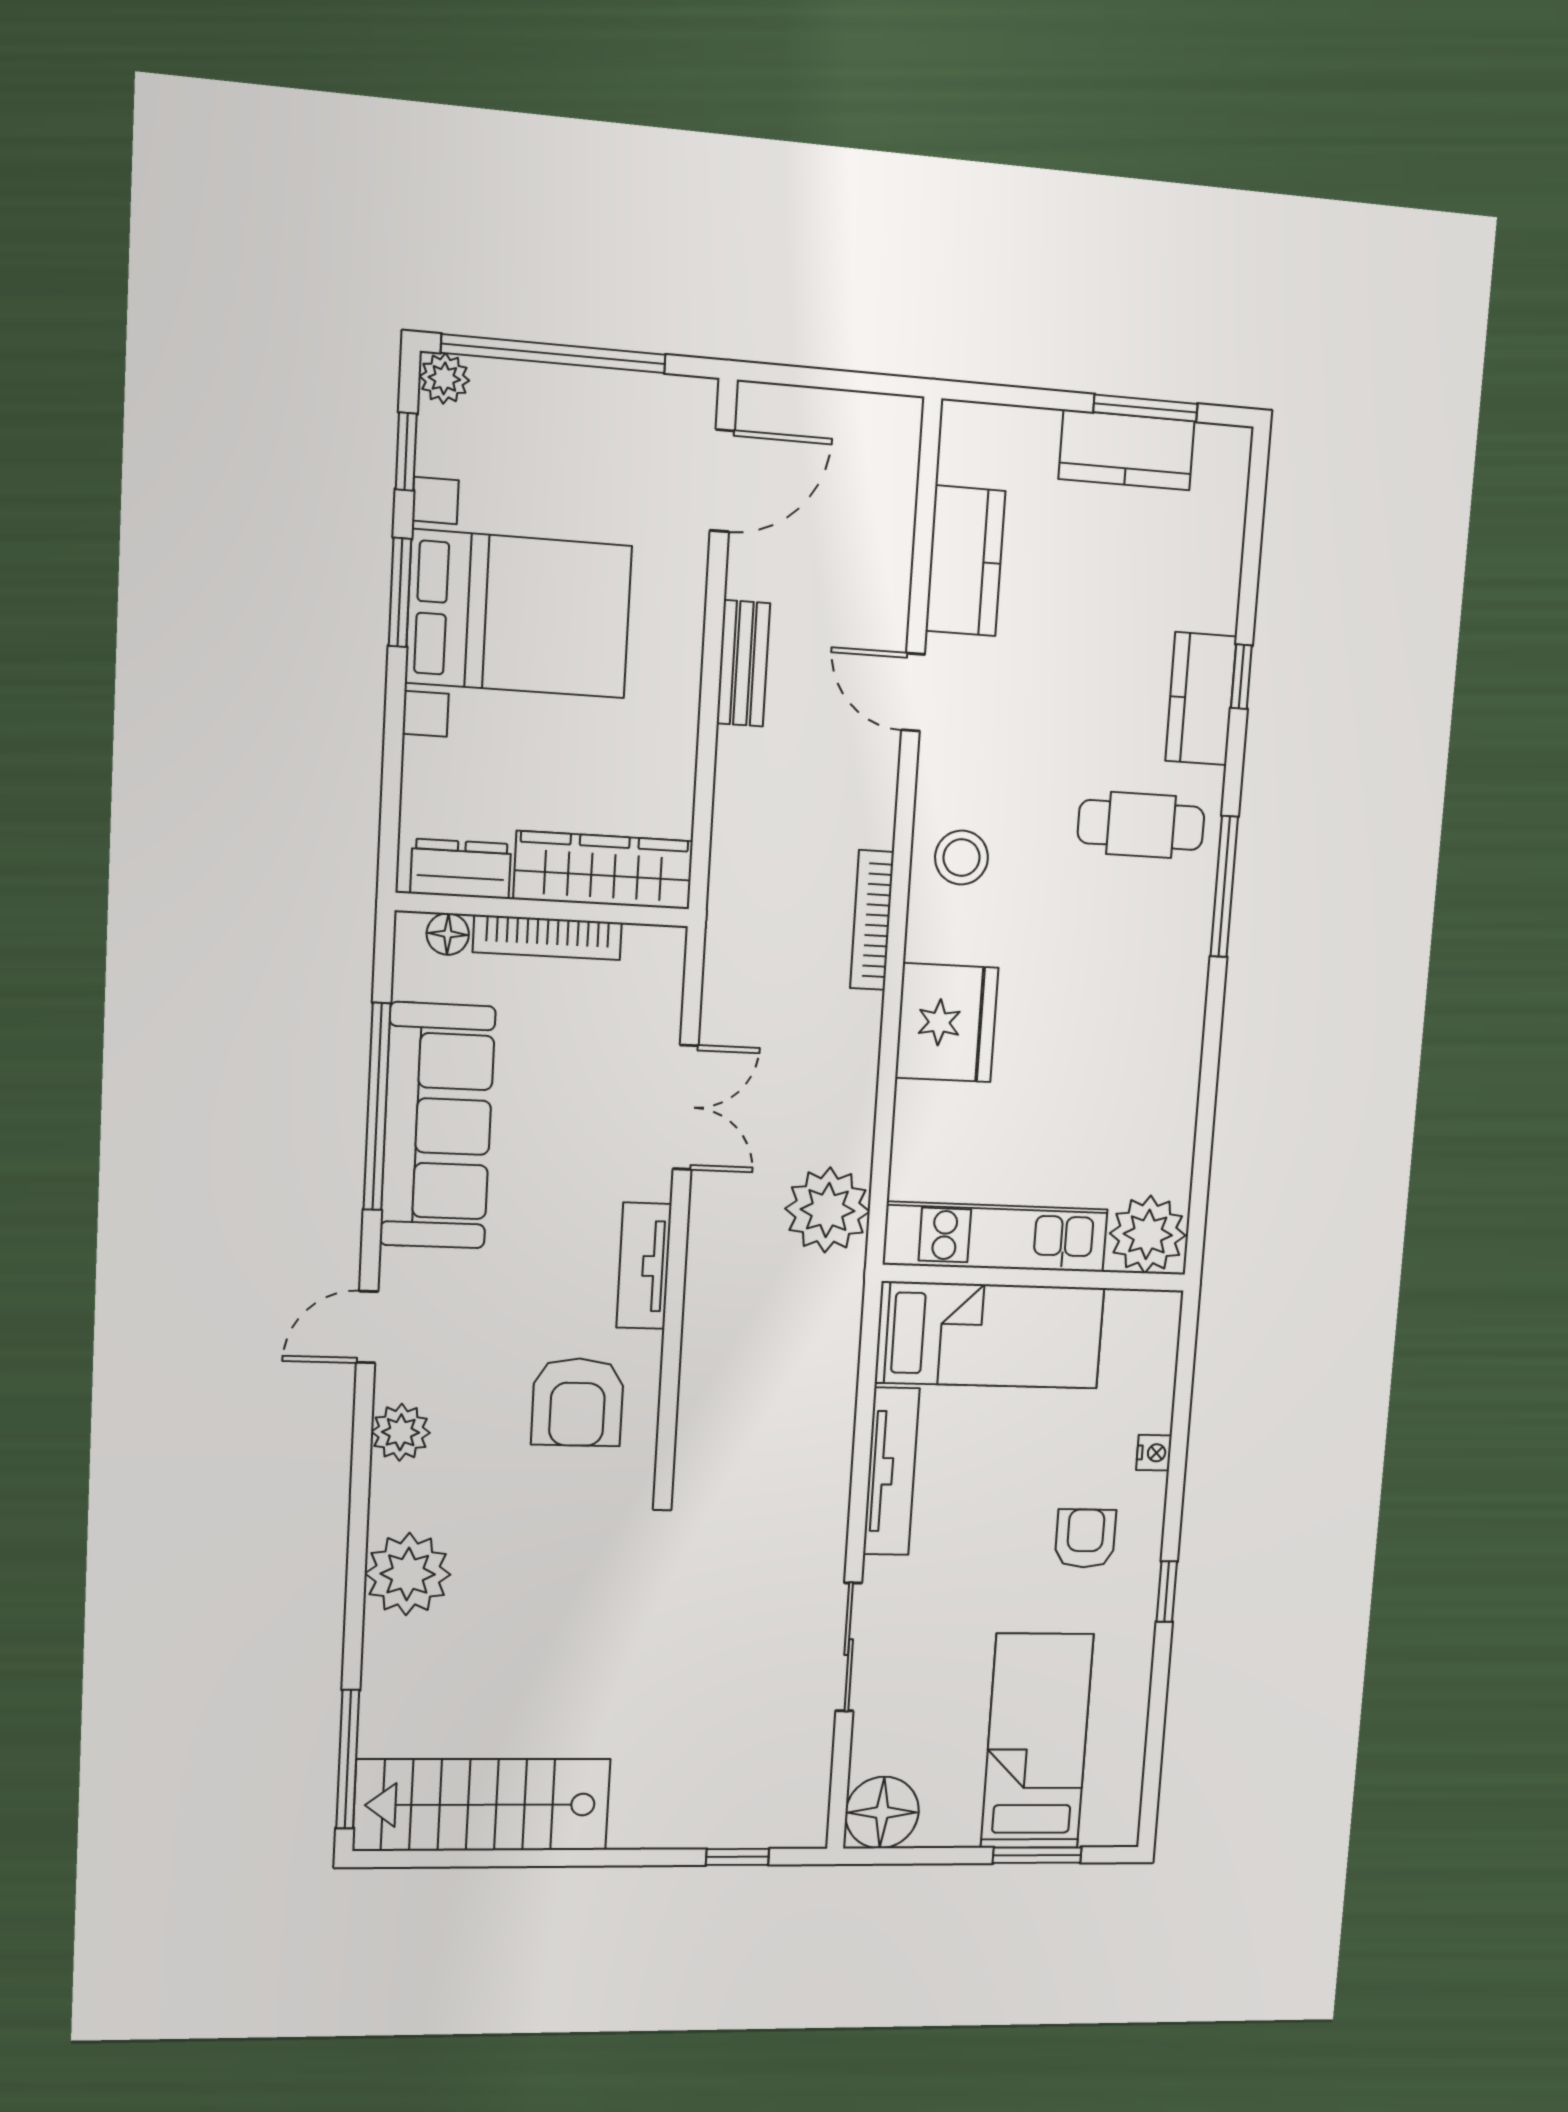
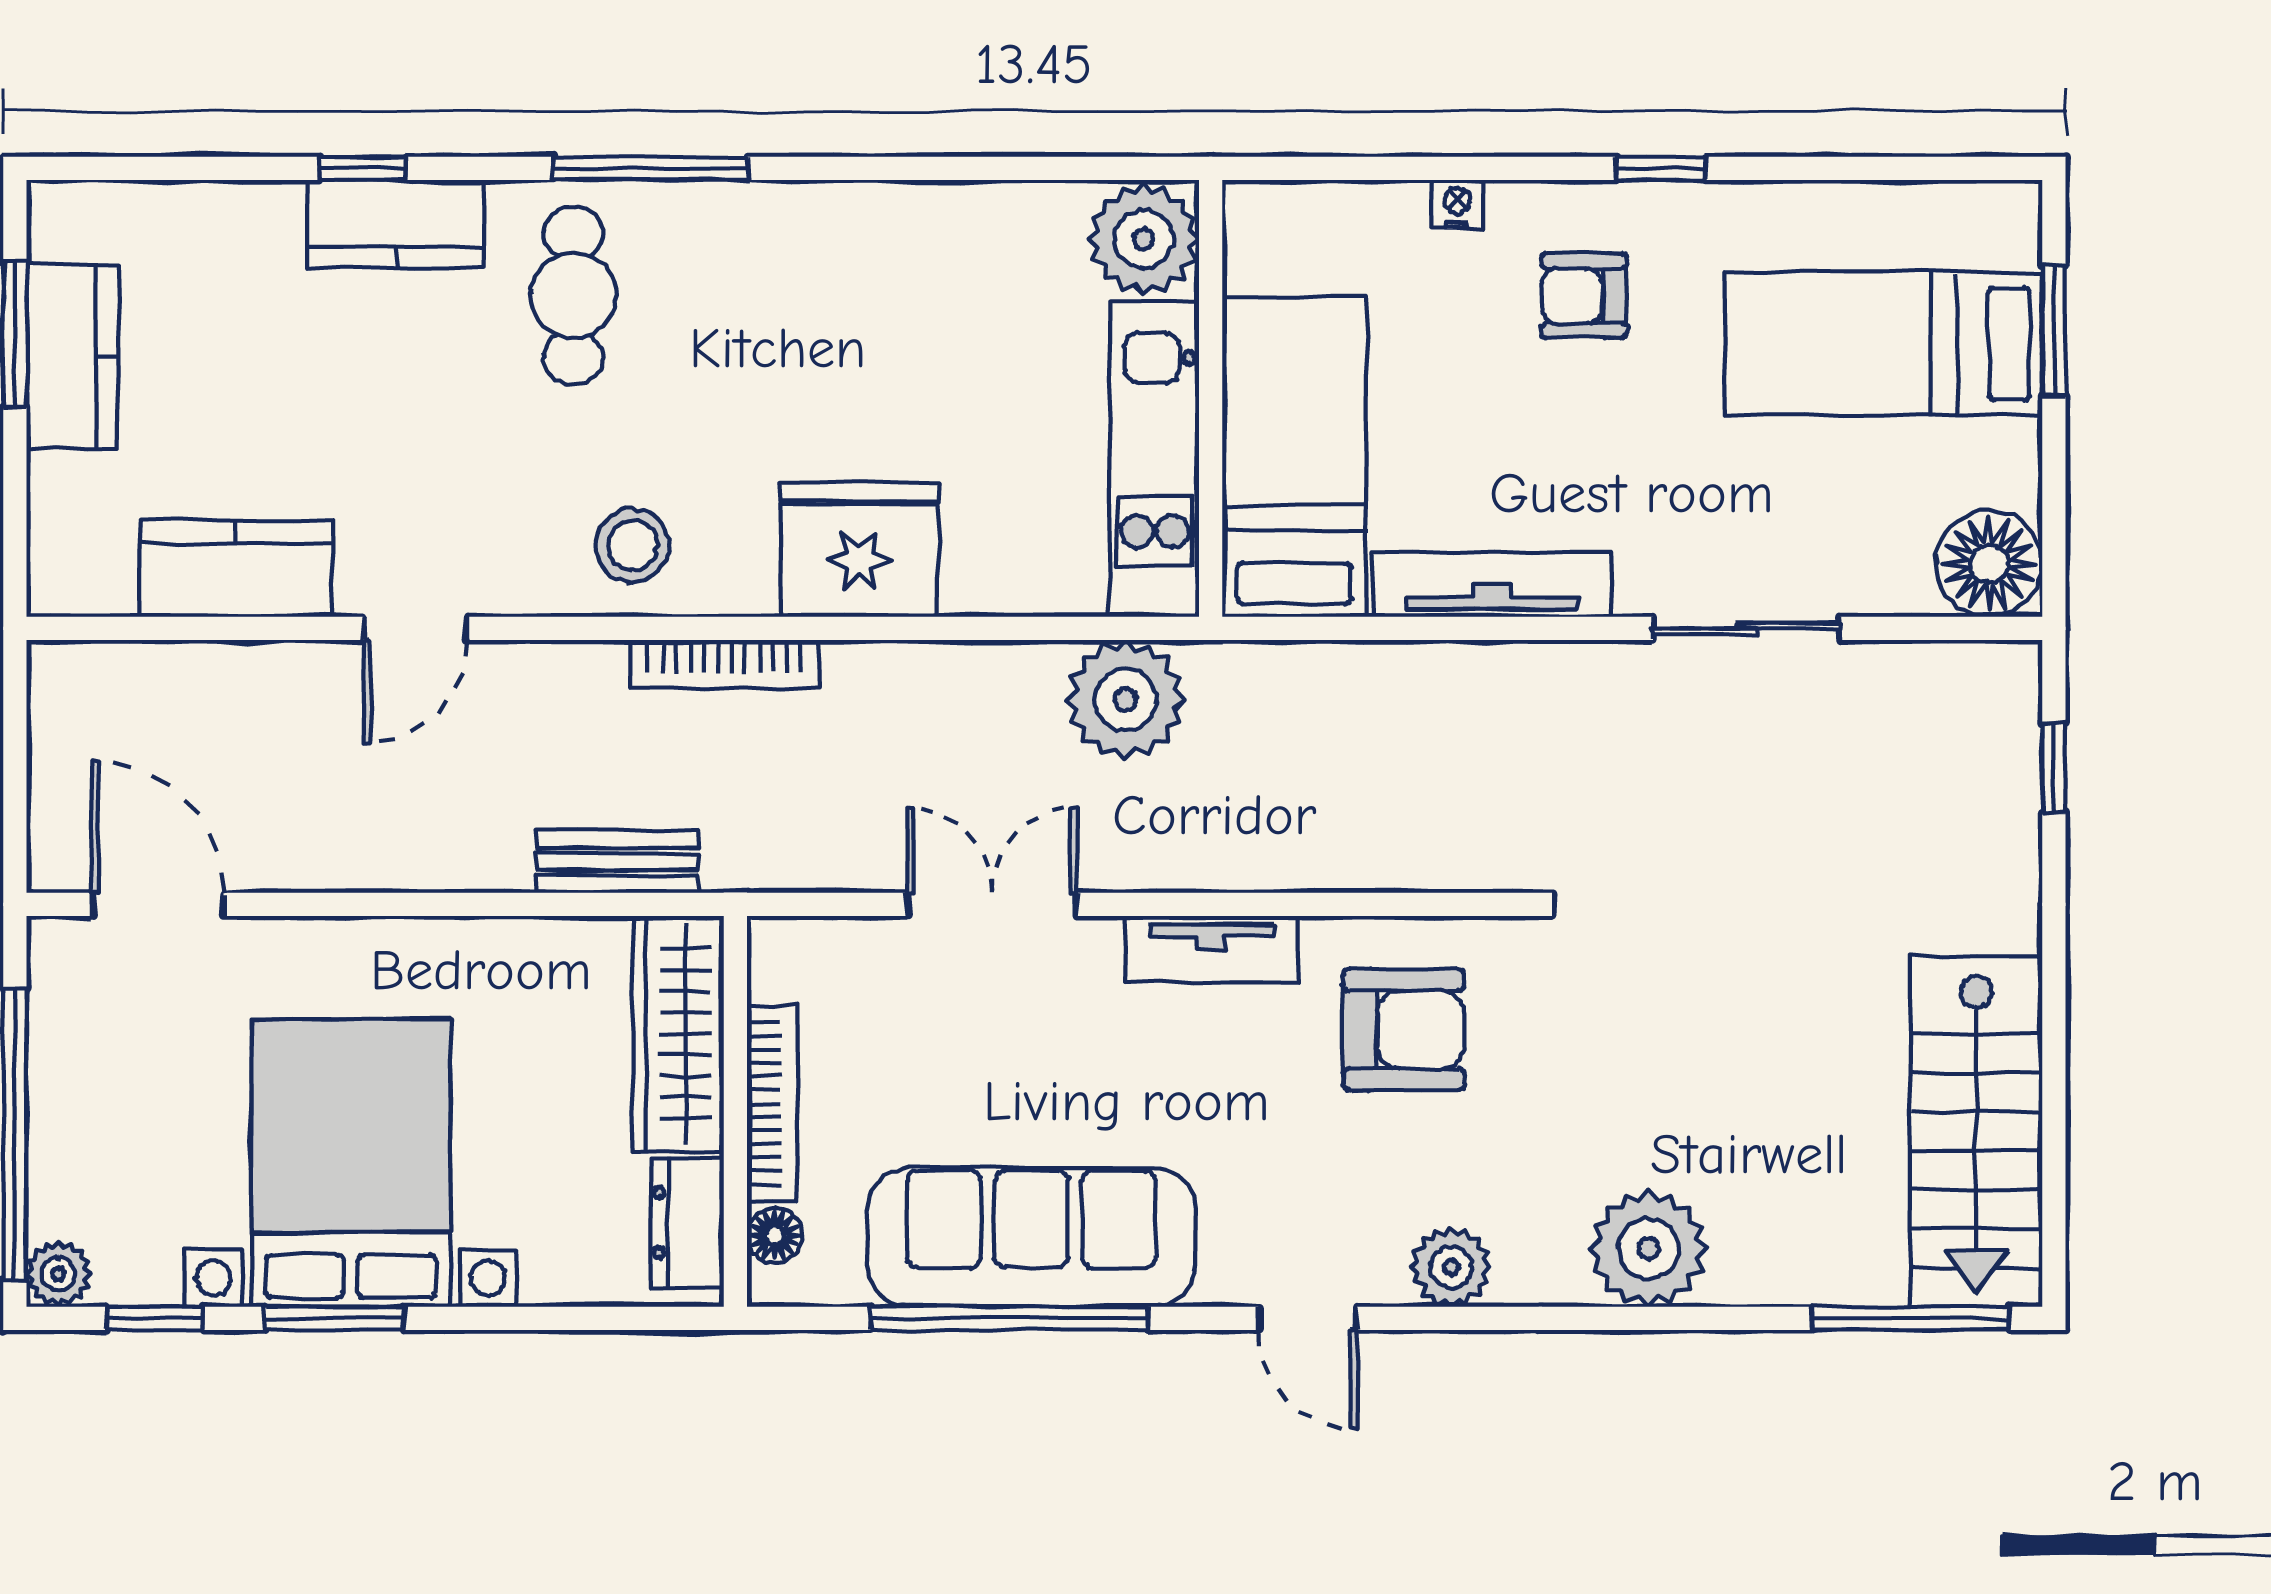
bench: (743, 663) -> (618, 862), moved

